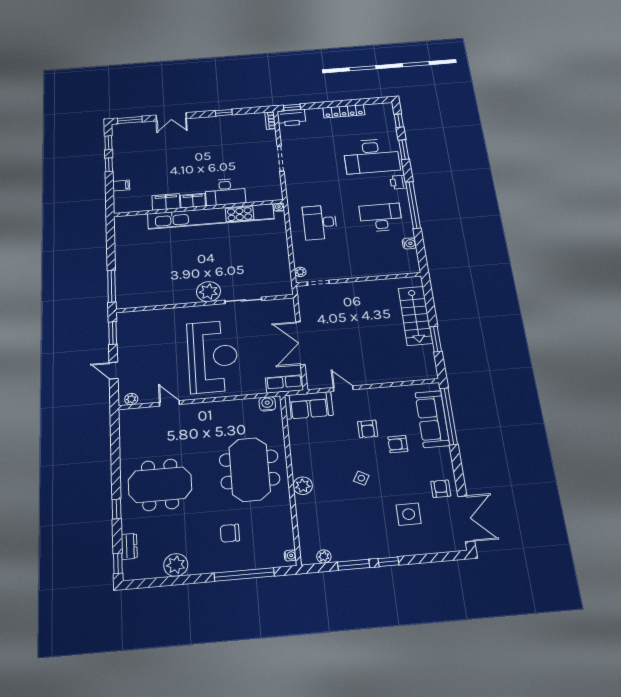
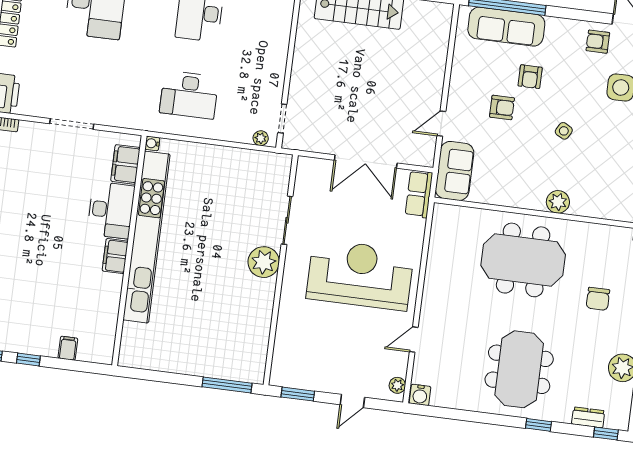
filing cabinet: (166, 202) -> (125, 164), moved
water cooler: (267, 404) -> (420, 395), moved, turned -90

